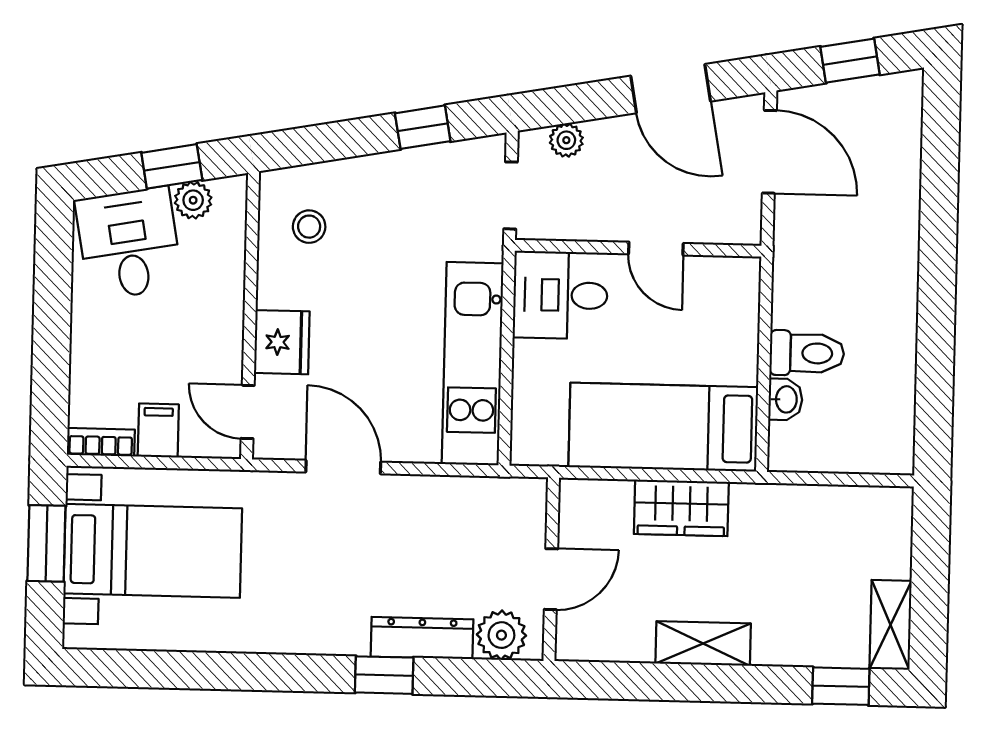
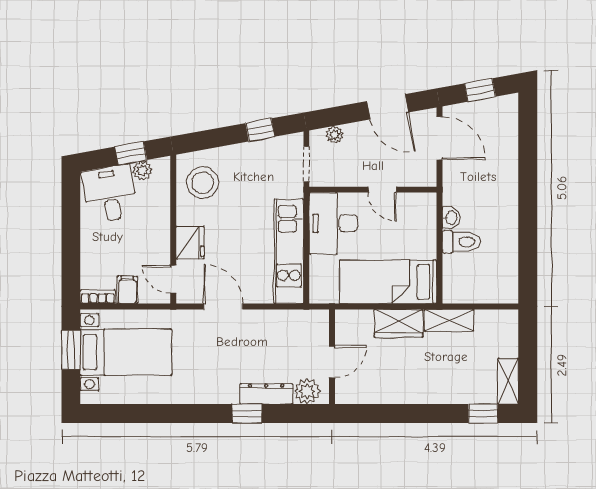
stool: (309, 227) -> (203, 183), width x1.89, depth x1.89
desk: (560, 295) -> (333, 223), width x1.37
washbasin: (785, 399) -> (451, 218), moved
shelving: (703, 643) -> (449, 320), moved

